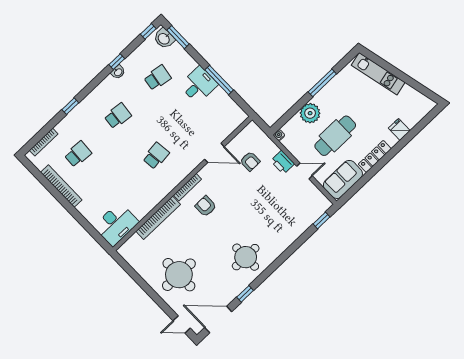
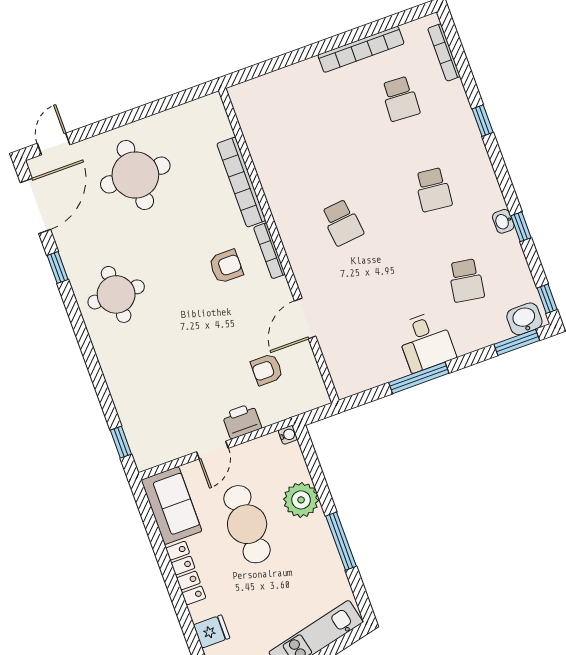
desk: (116, 224) -> (261, 110), removed

